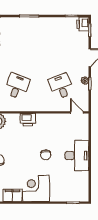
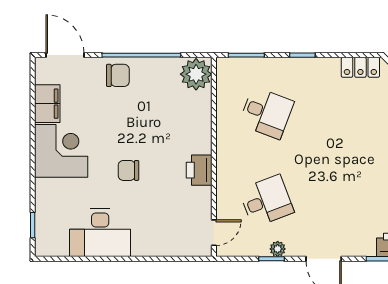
printer: (28, 120) -> (199, 170), moved
desk: (77, 156) -> (100, 233), moved

